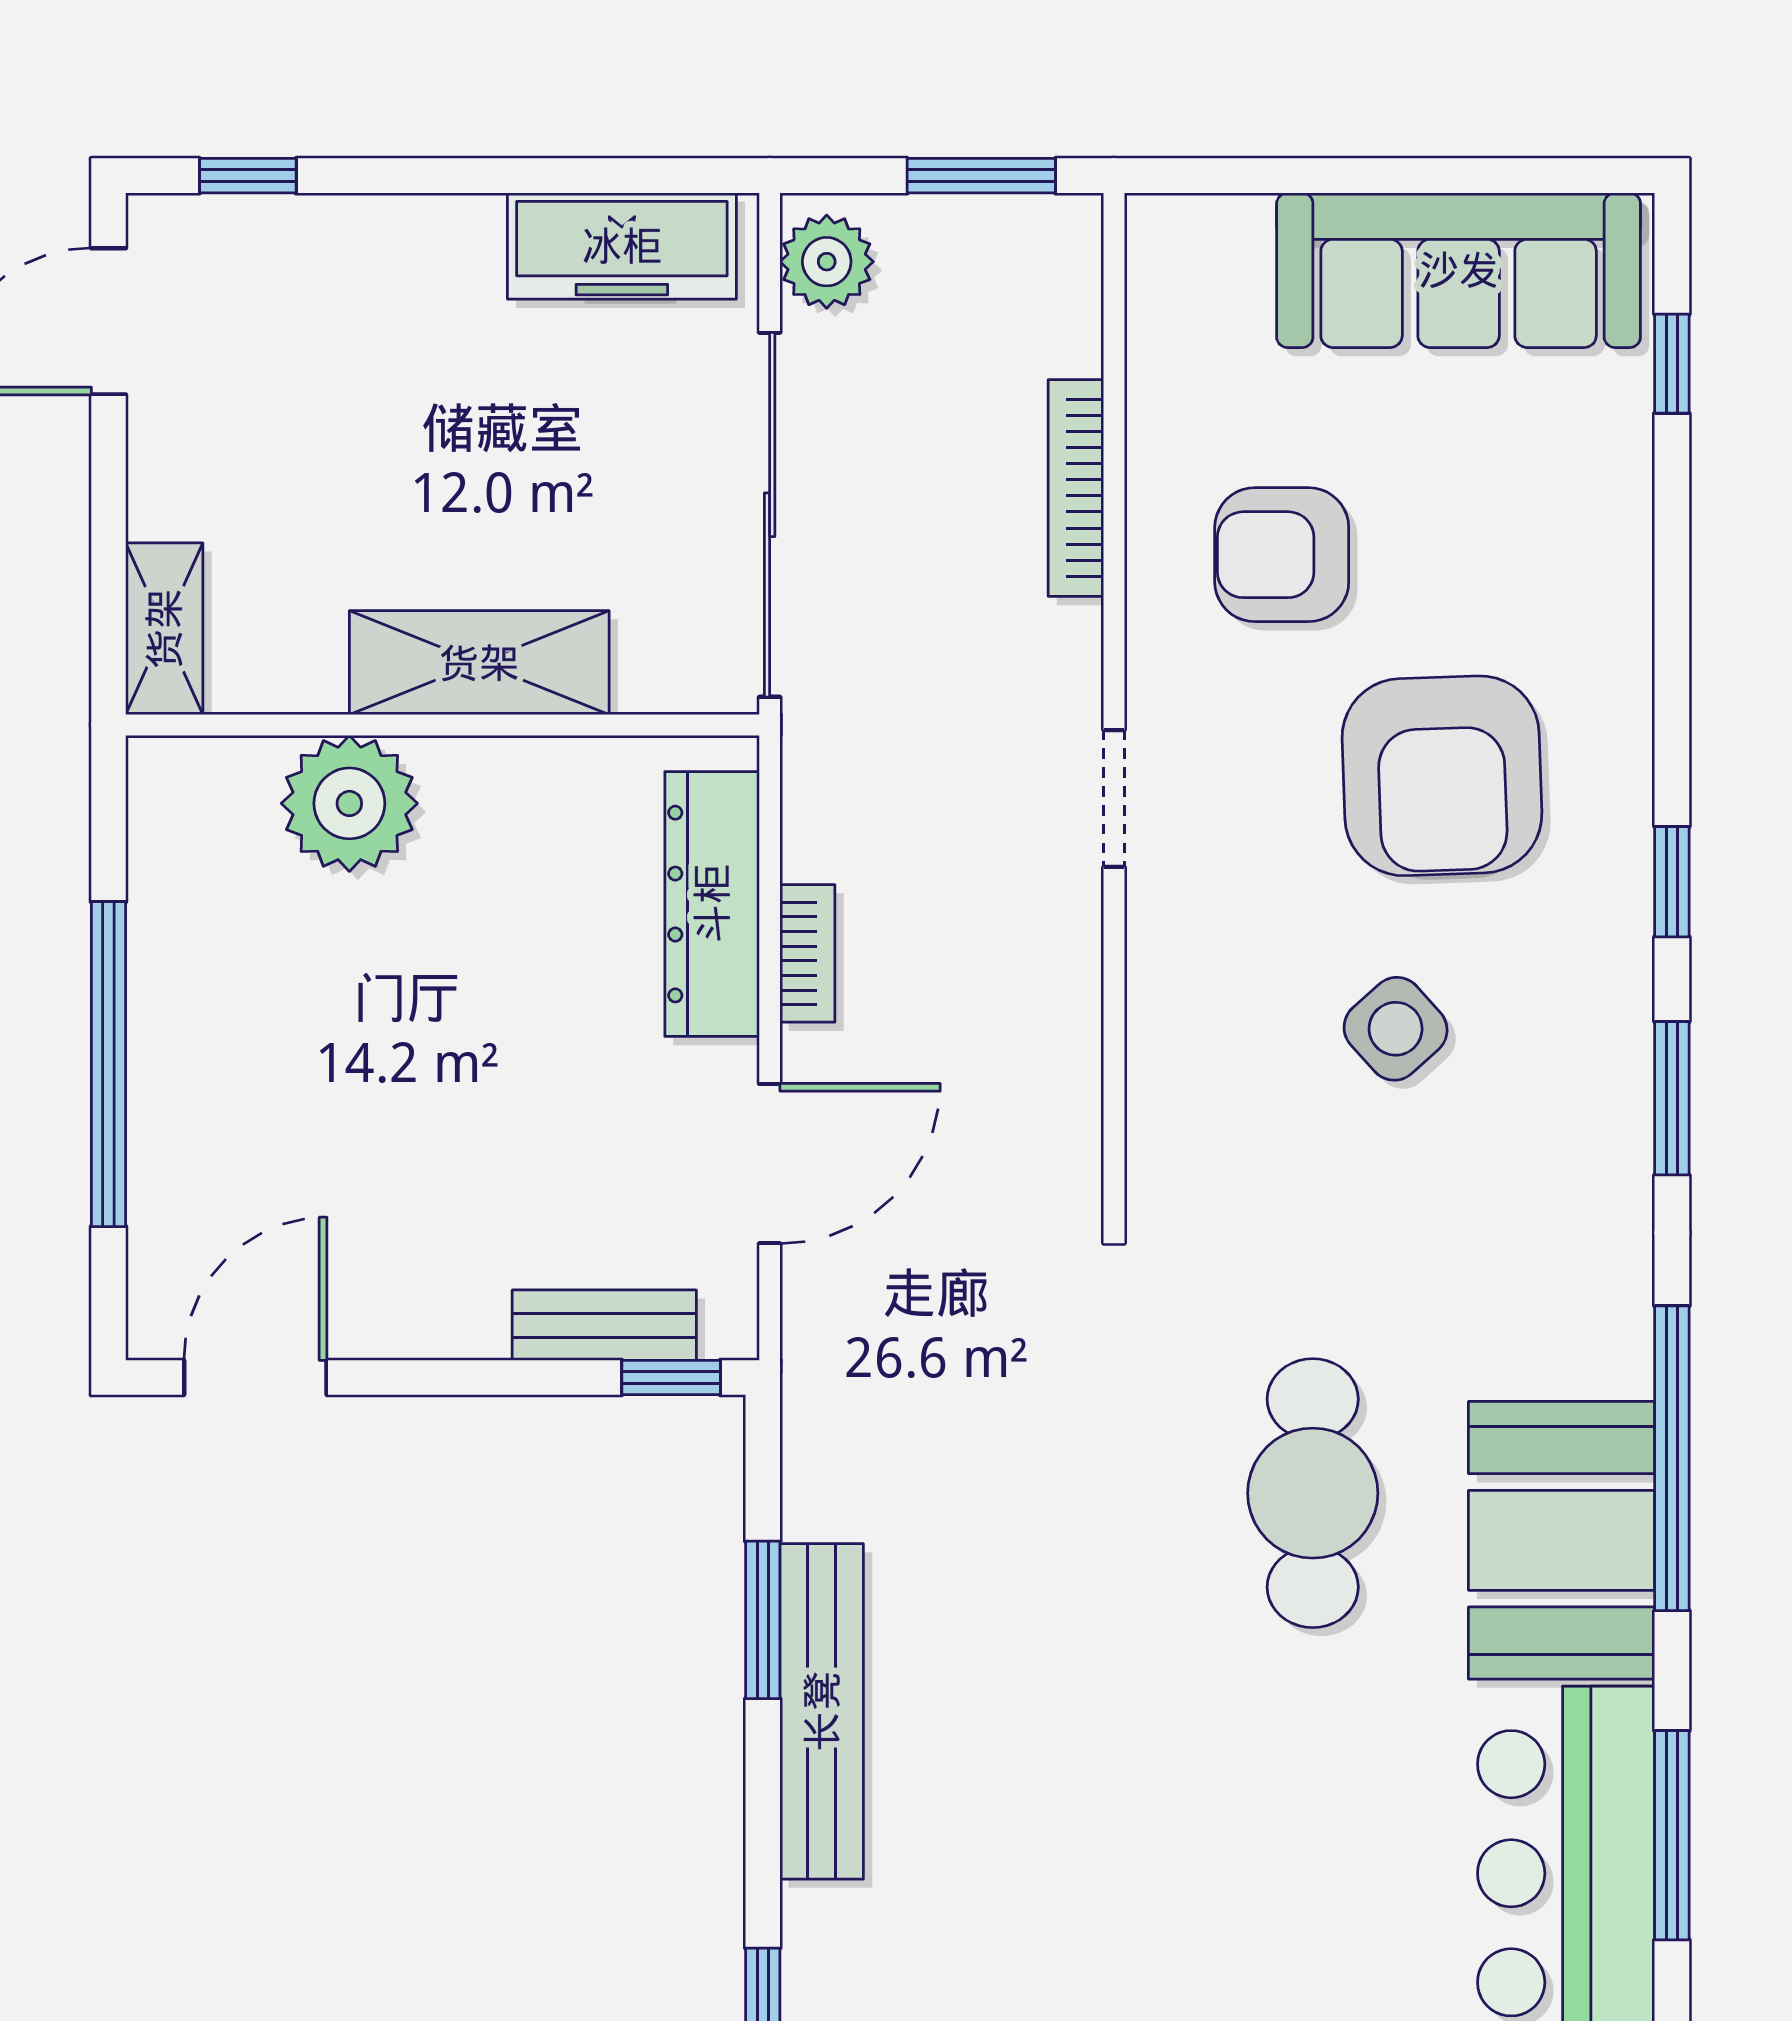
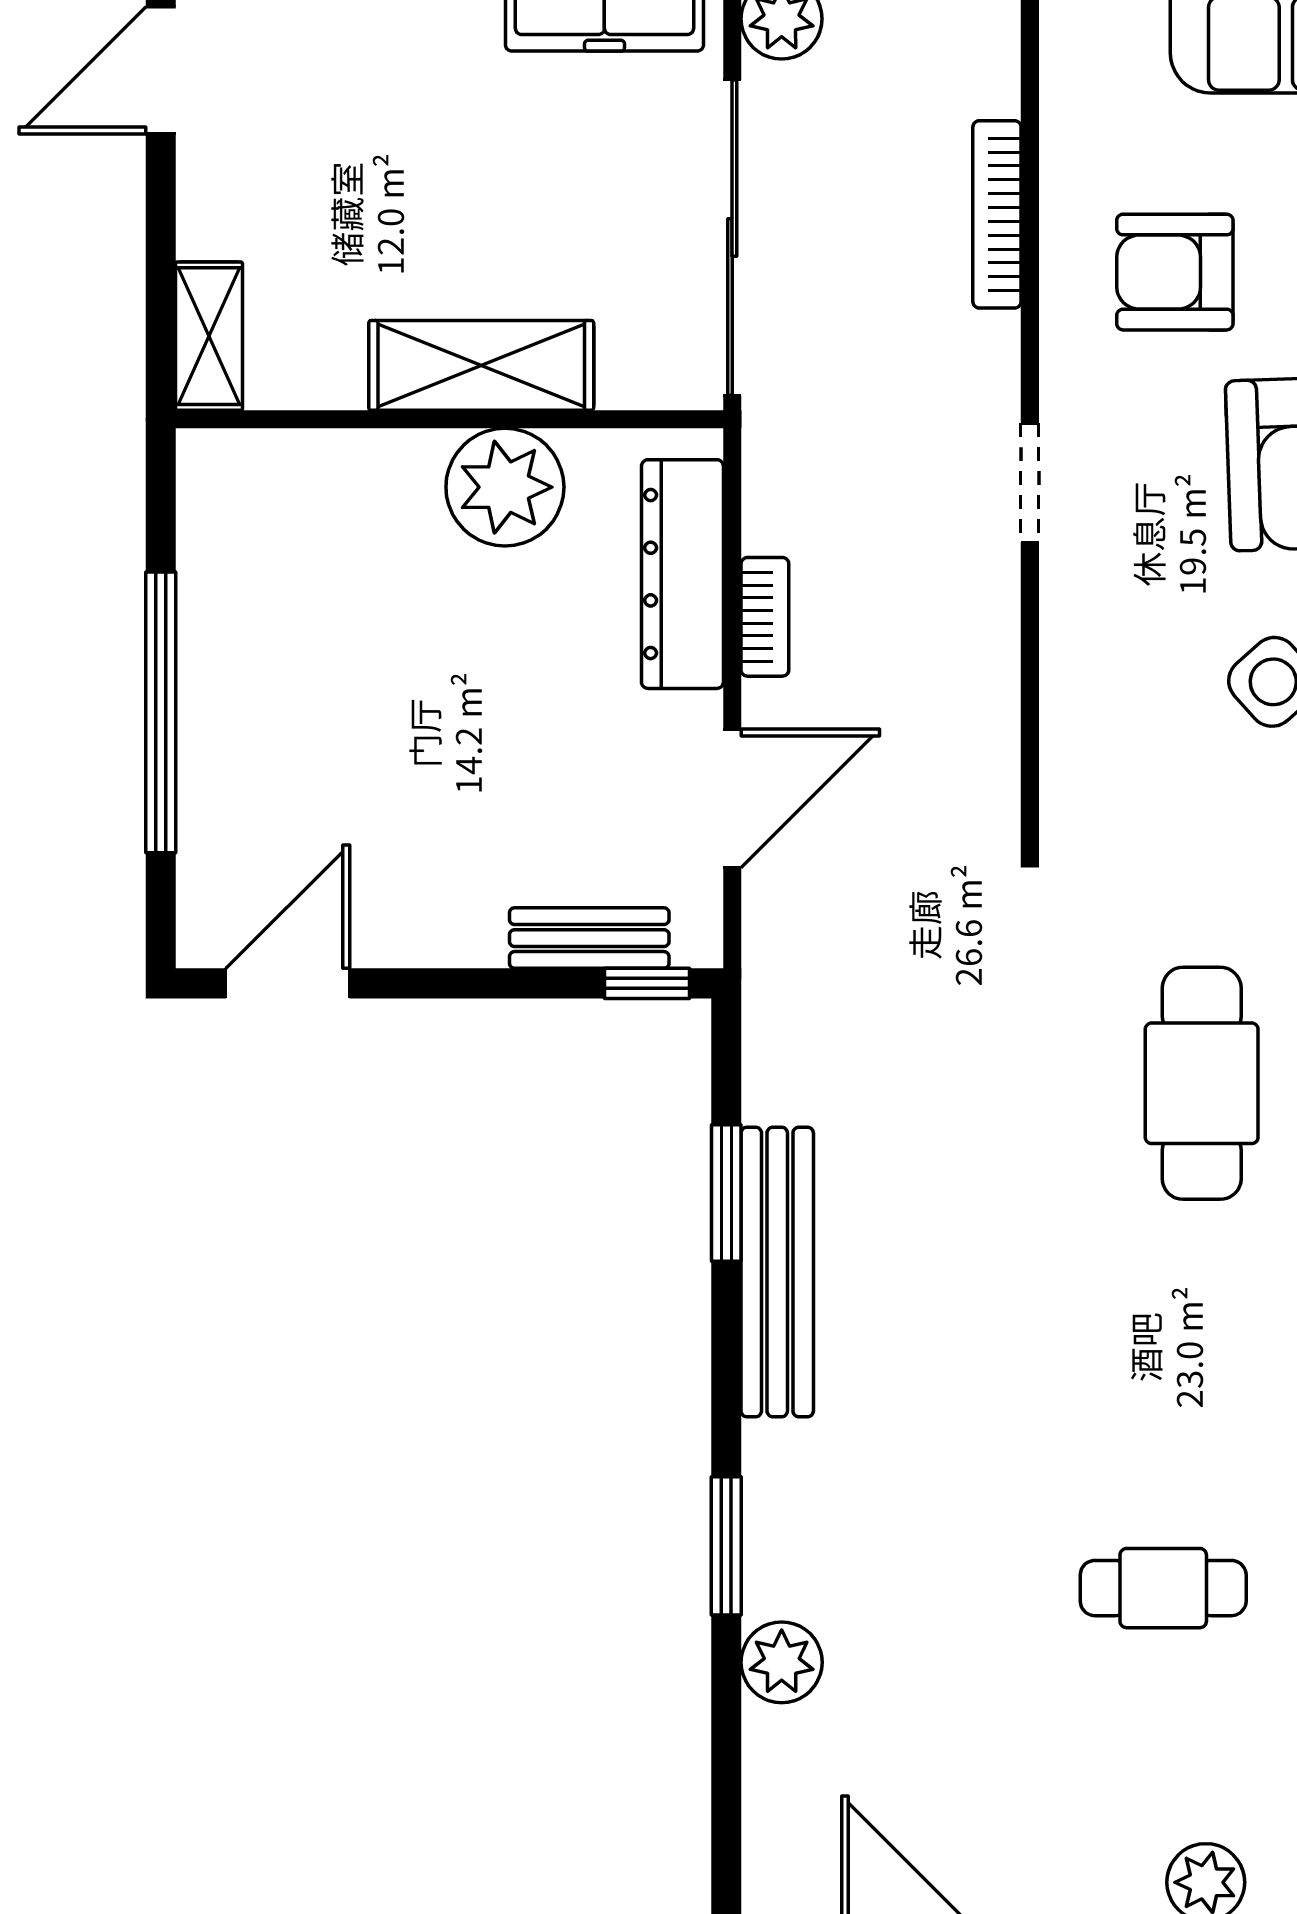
plant: (349, 803) -> (505, 487), moved

